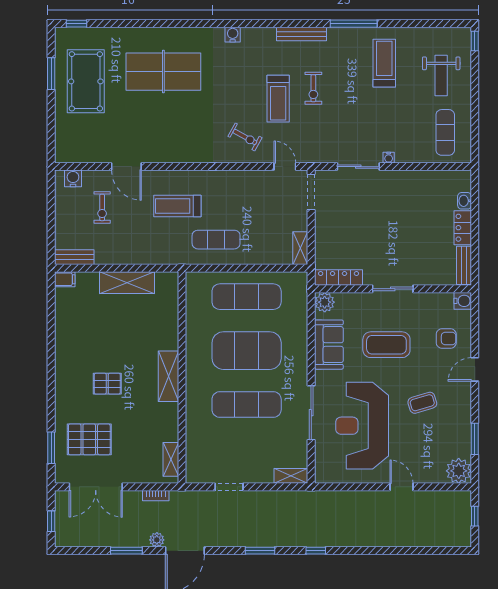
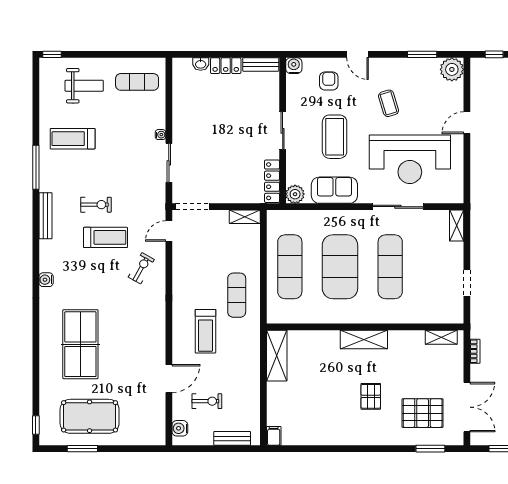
bench: (74, 257) -> (232, 438), moved, turned 90
shelving: (127, 283) -> (277, 356), moved
pallet: (89, 439) -> (423, 413), turned 90

